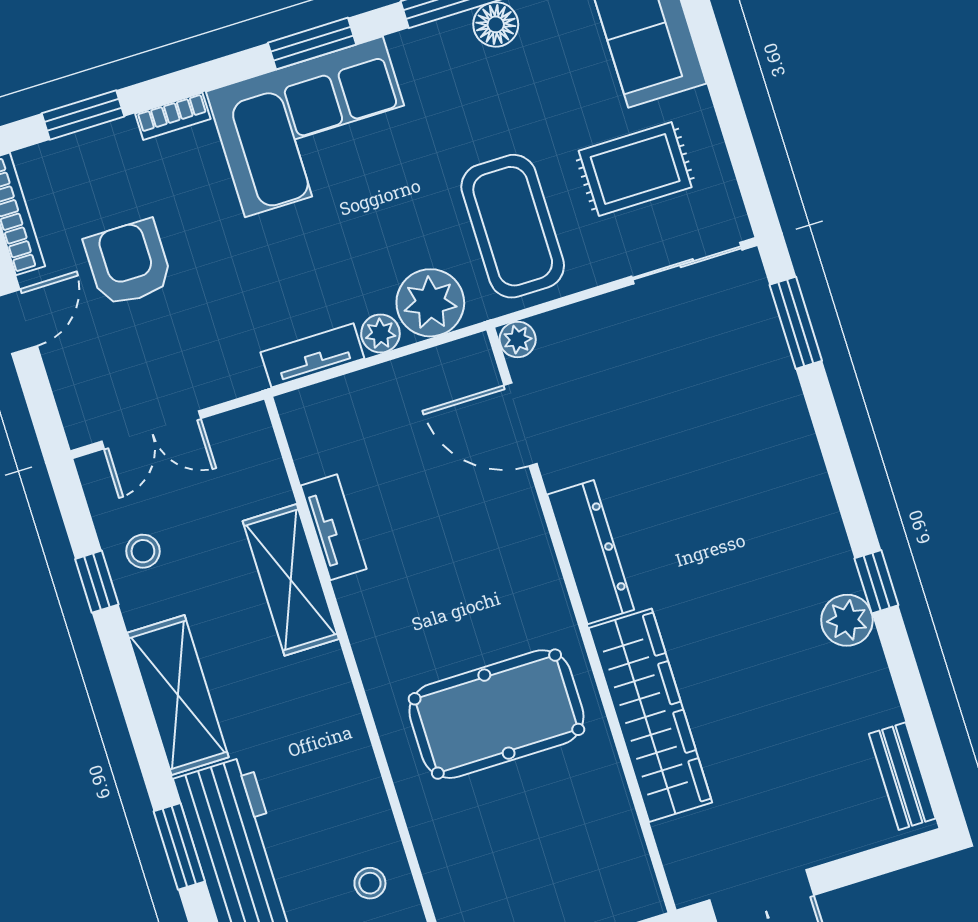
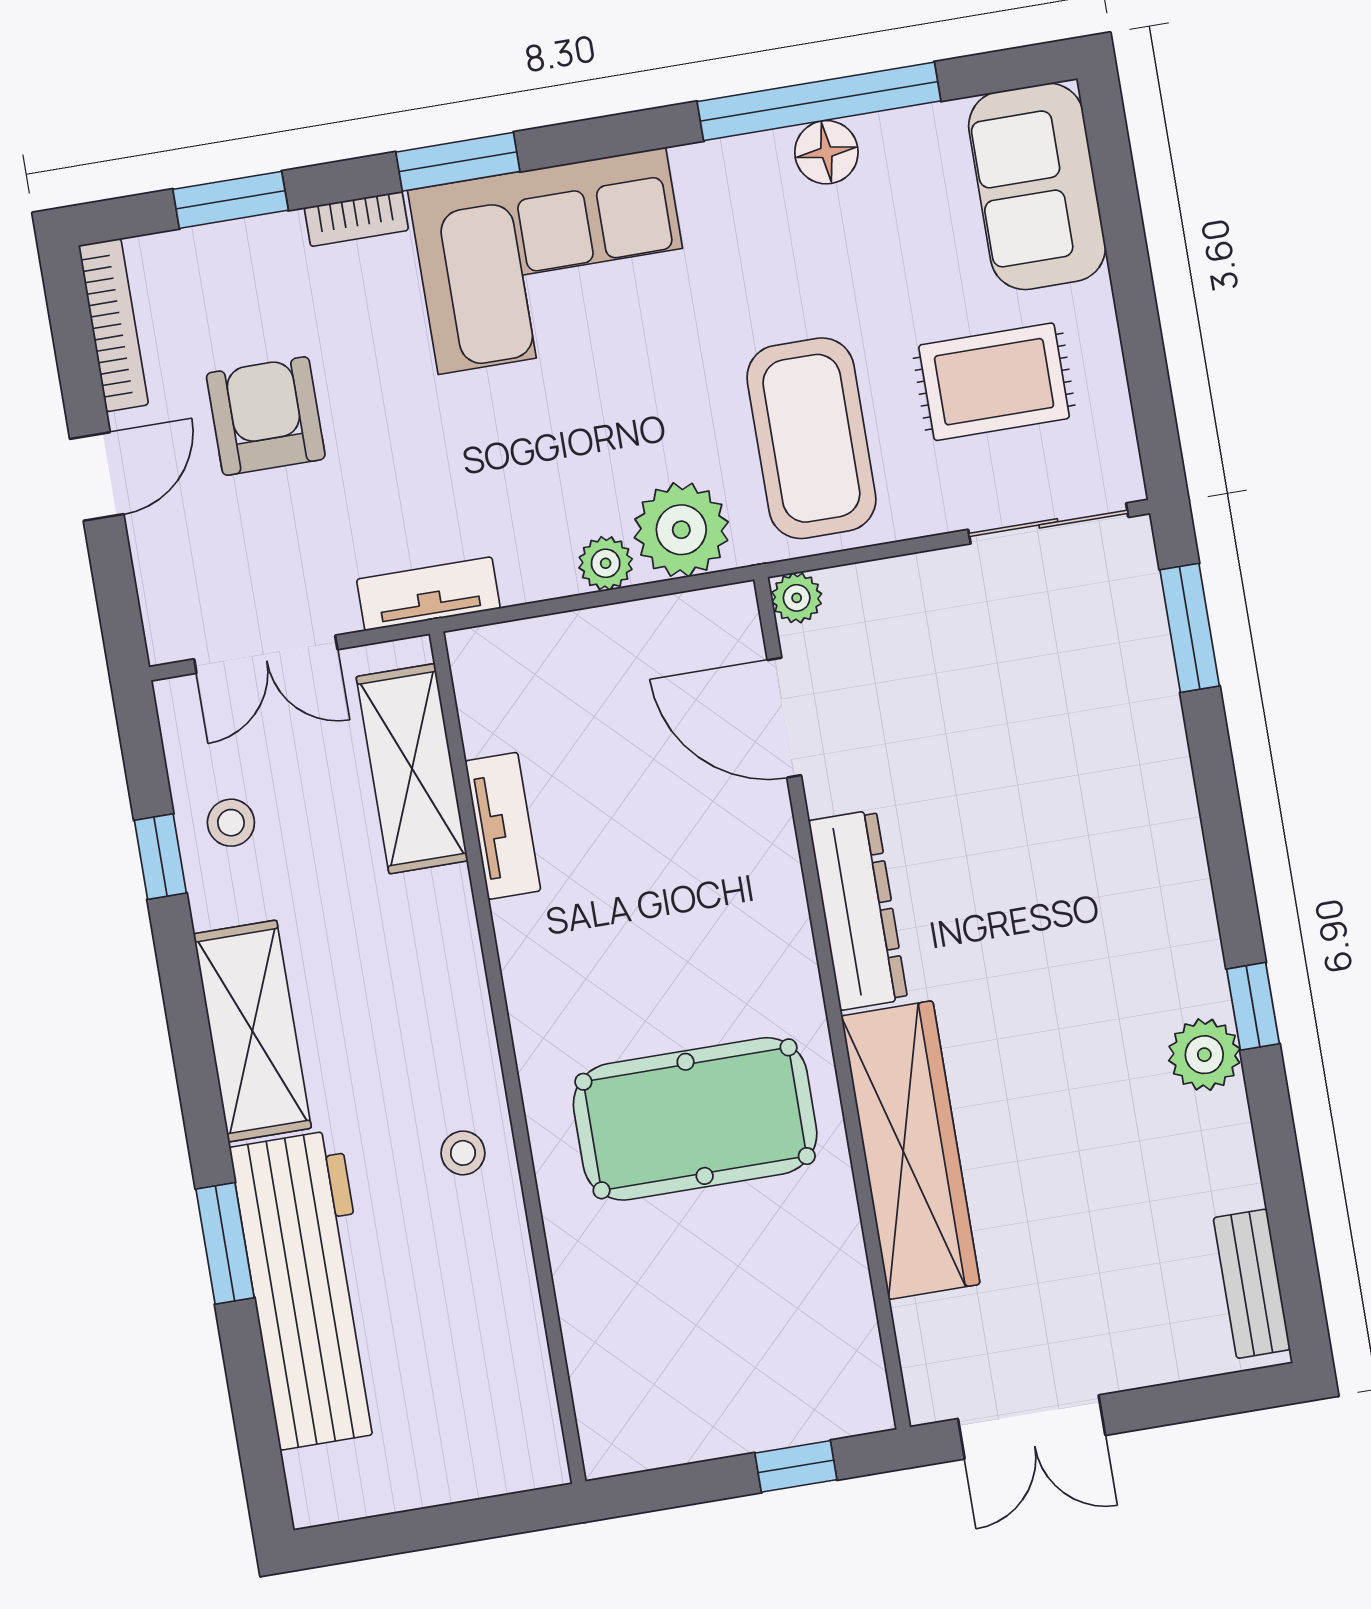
window: (312, 44) -> (458, 162), moved
tv unit: (312, 355) -> (428, 594), moved
shelving: (291, 580) -> (412, 769), moved
stool: (370, 883) -> (463, 1153), moved

